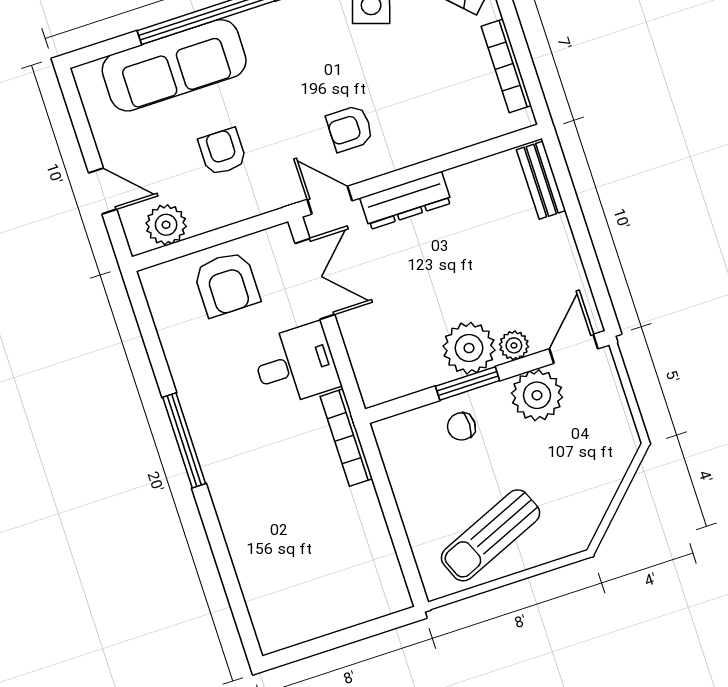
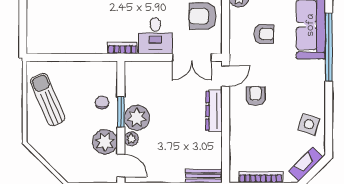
bookcase: (346, 438) -> (122, 48), width x0.64

